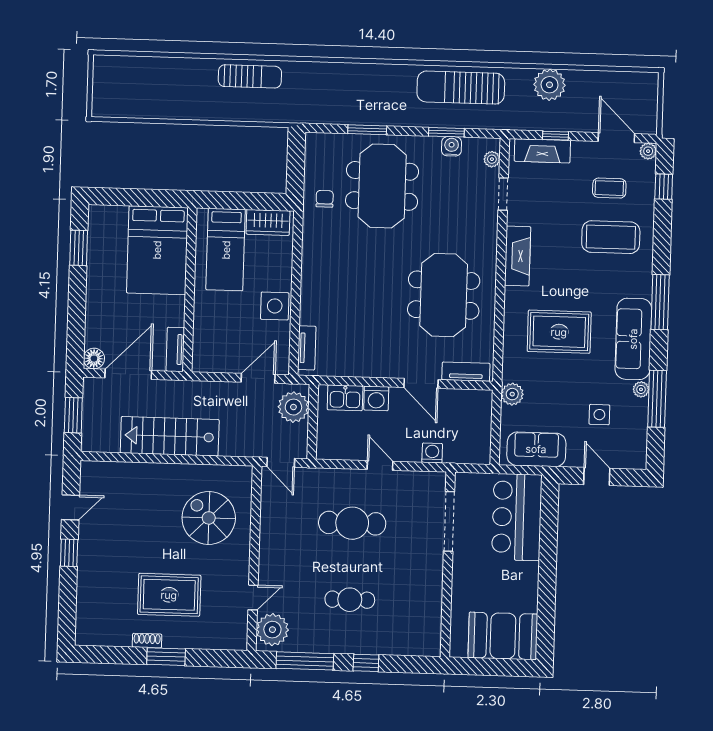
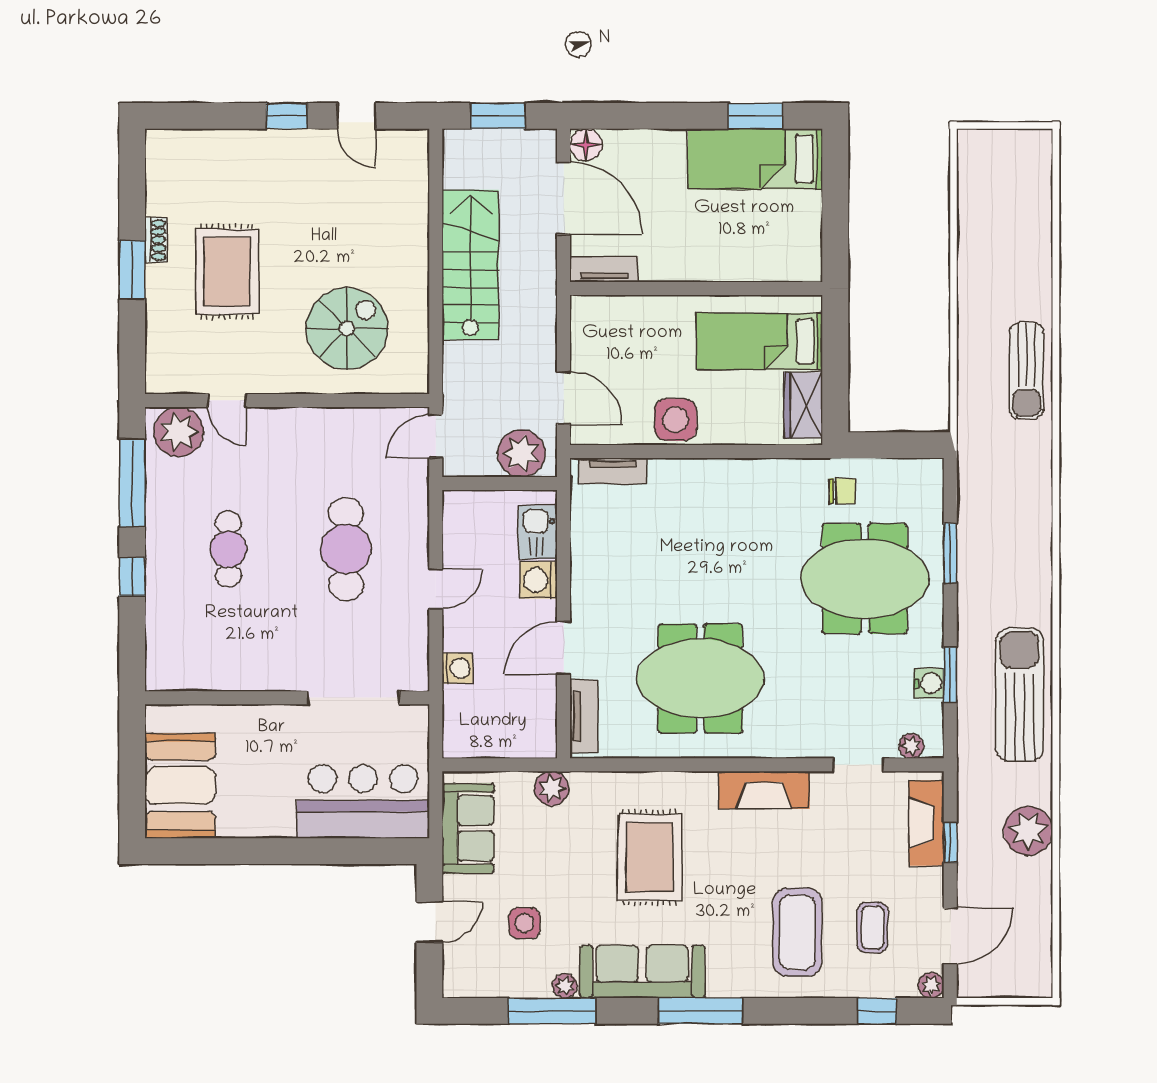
bed: (157, 250) -> (755, 159), moved, width x0.67

